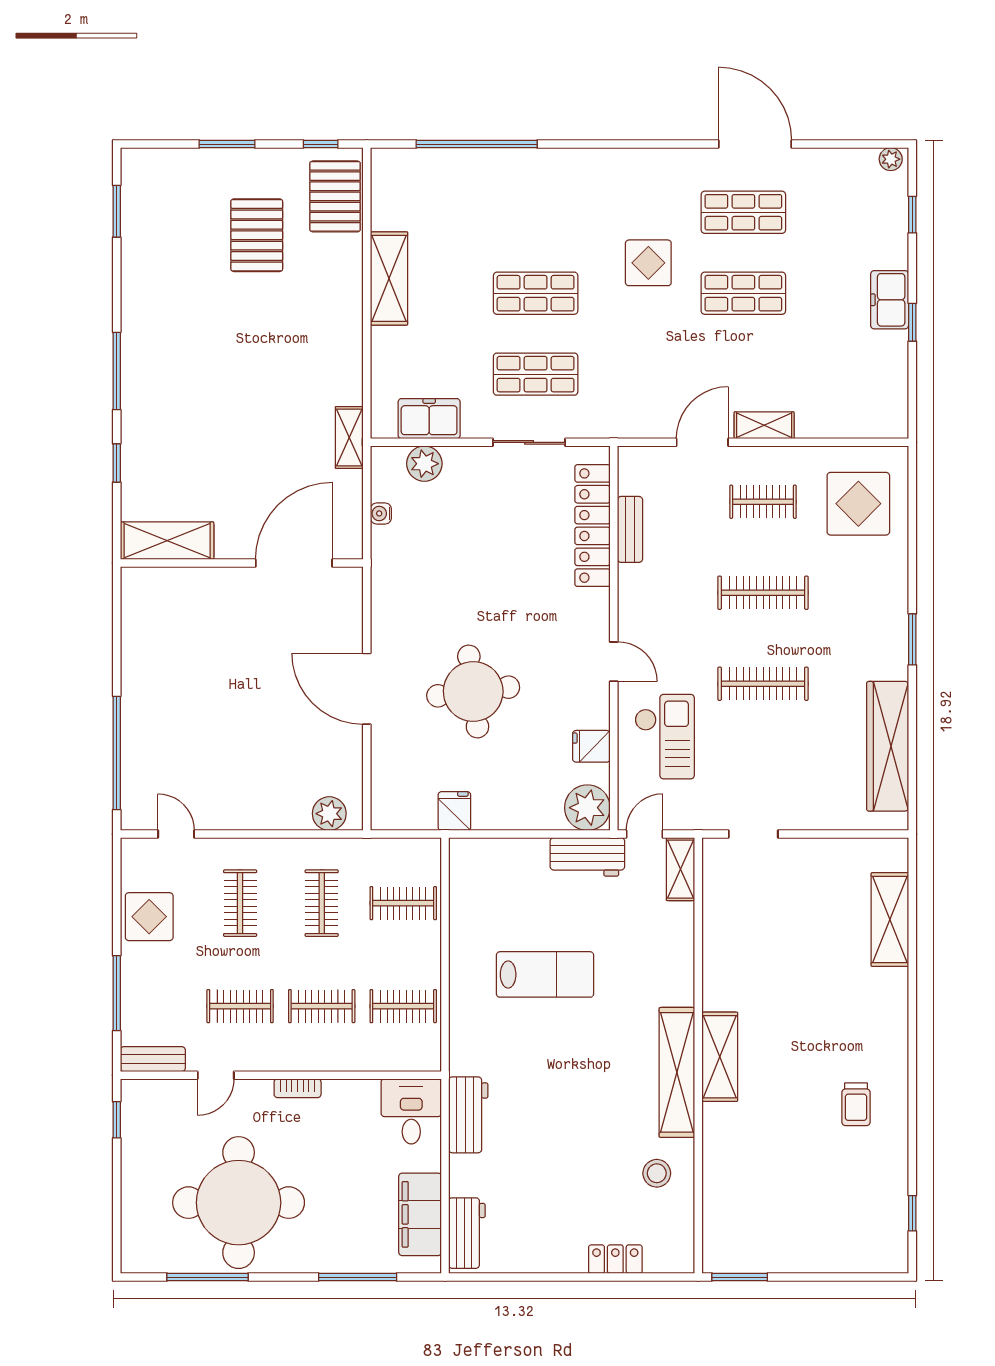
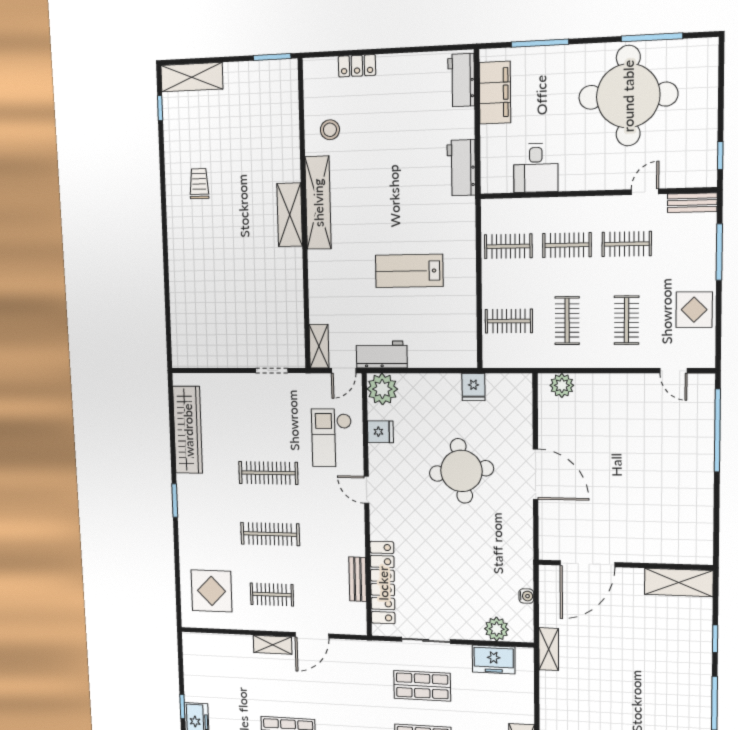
shelving: (890, 920) -> (192, 77), moved, turned 90
bookcase: (298, 1088) -> (584, 184), removed
desk: (411, 1111) -> (536, 168), moved

